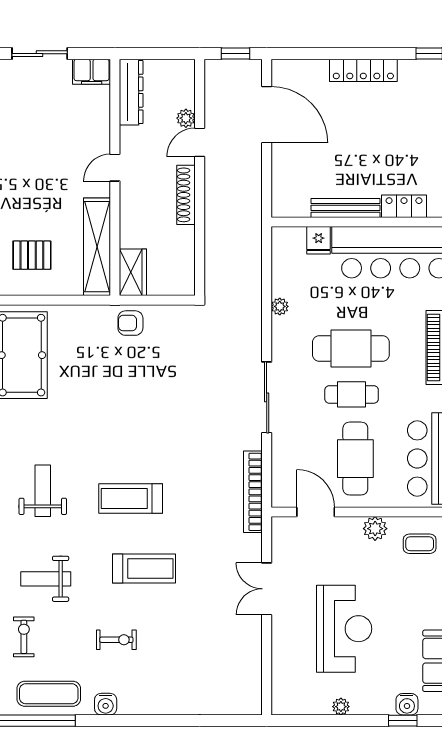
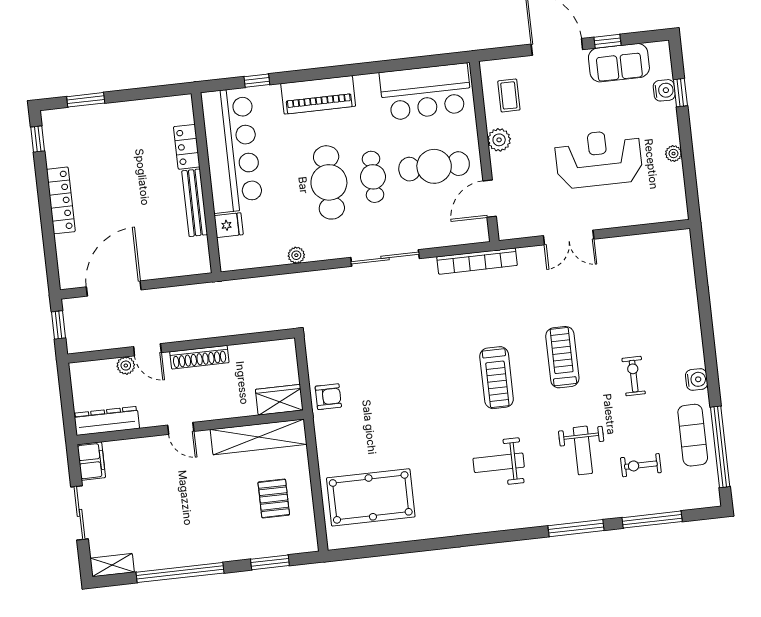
armchair: (130, 323) -> (328, 397), turned -90

